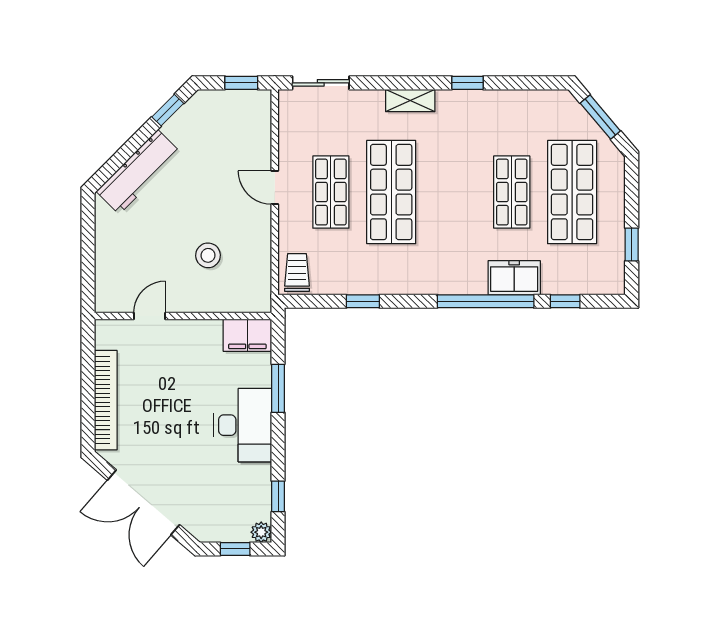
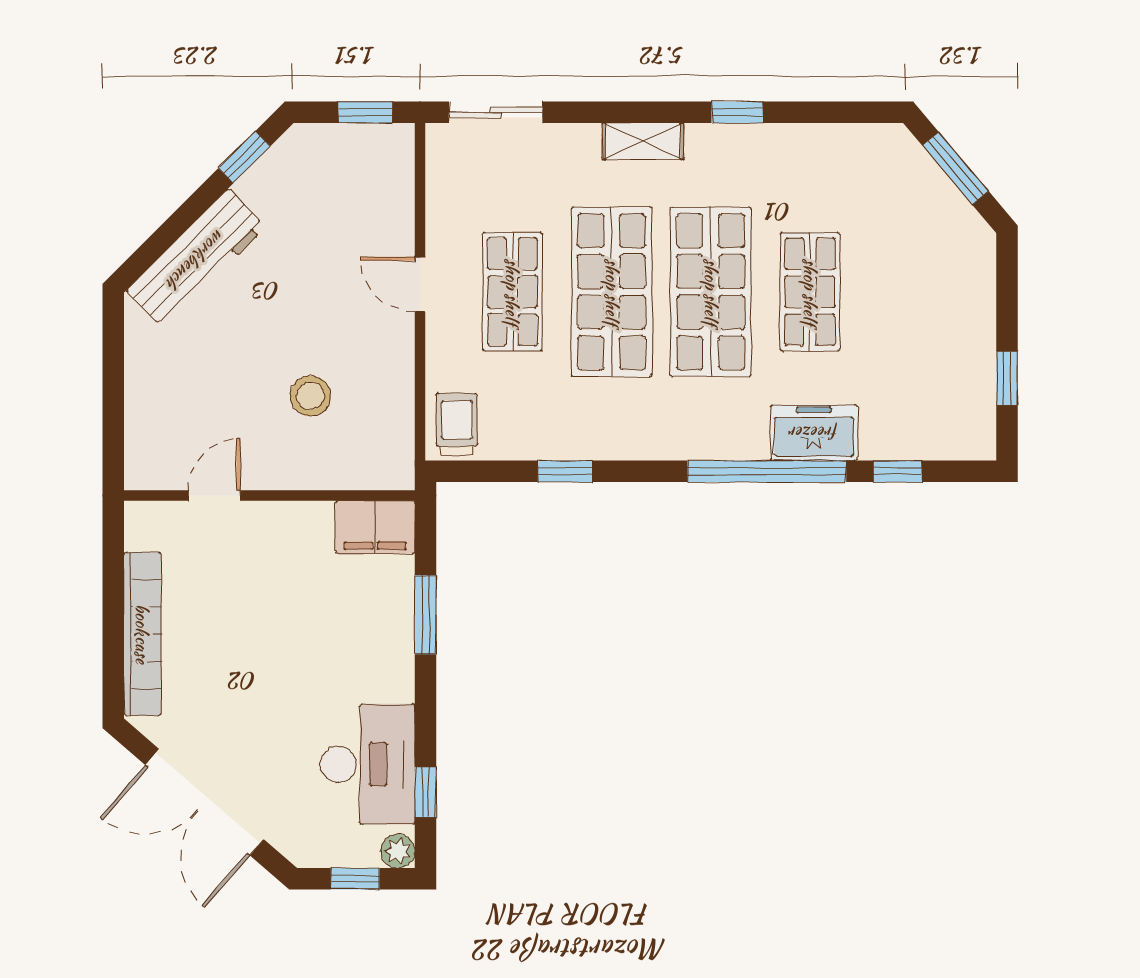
shop shelf: (572, 192) -> (711, 292), moved
desk: (243, 425) -> (368, 764), moved

